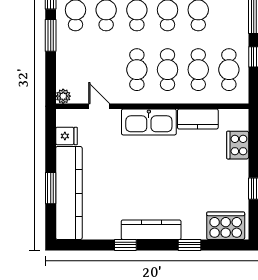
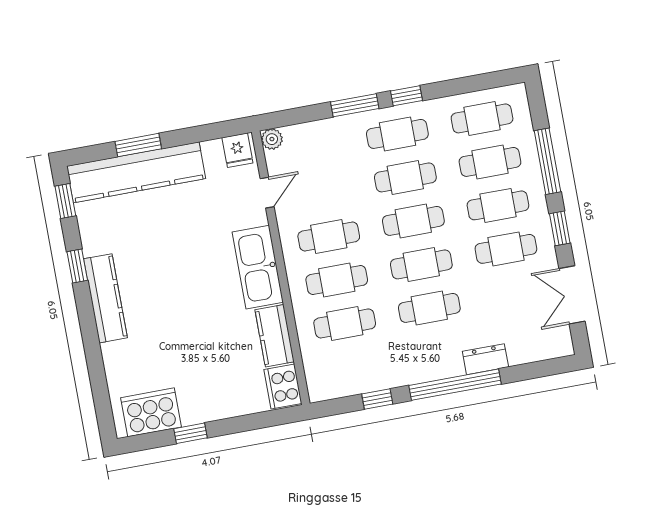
cafe table: (229, 70) -> (353, 367), removed
fridge: (67, 136) -> (237, 150), moved
cooker: (238, 145) -> (283, 386), moved, turned -90
cooker: (226, 226) -> (151, 412), moved, turned -90
window: (189, 245) -> (65, 201), moved

